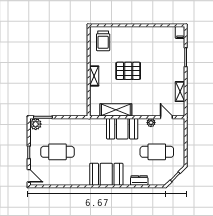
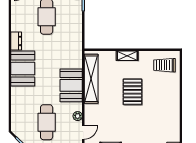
shelving: (116, 110) -> (91, 79), width x1.47
dresser: (139, 181) -> (16, 41), moved

